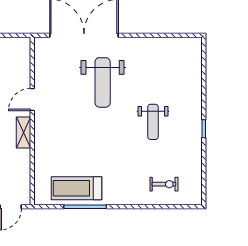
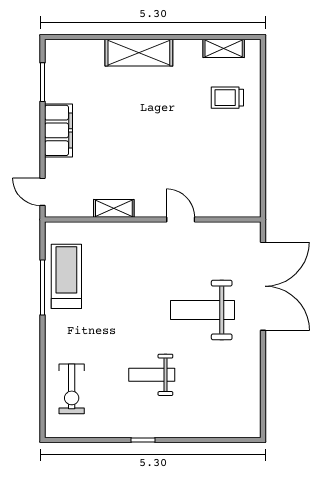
shelving: (23, 132) -> (114, 208), moved
exercise bike: (164, 184) -> (72, 389), width x1.38, depth x1.39

